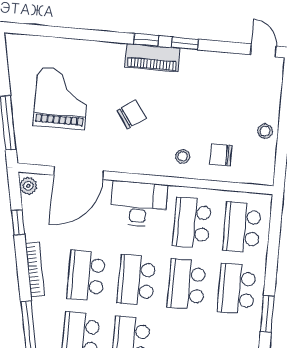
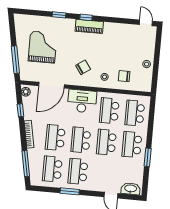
window: (185, 43) -> (59, 15), moved
chair: (132, 114) -> (83, 67), moved

